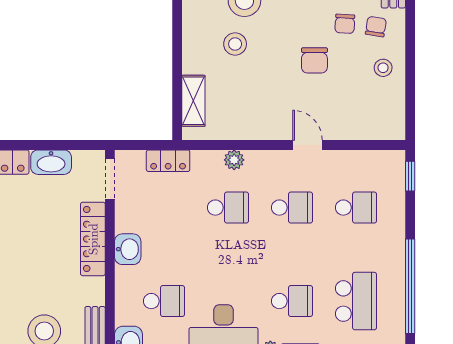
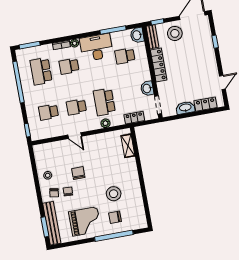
stool: (235, 44) -> (114, 174), removed
school desk: (228, 208) -> (104, 102), width x1.85
locker: (93, 239) -> (159, 65), moved
washbasin: (128, 249) -> (147, 88), moved

